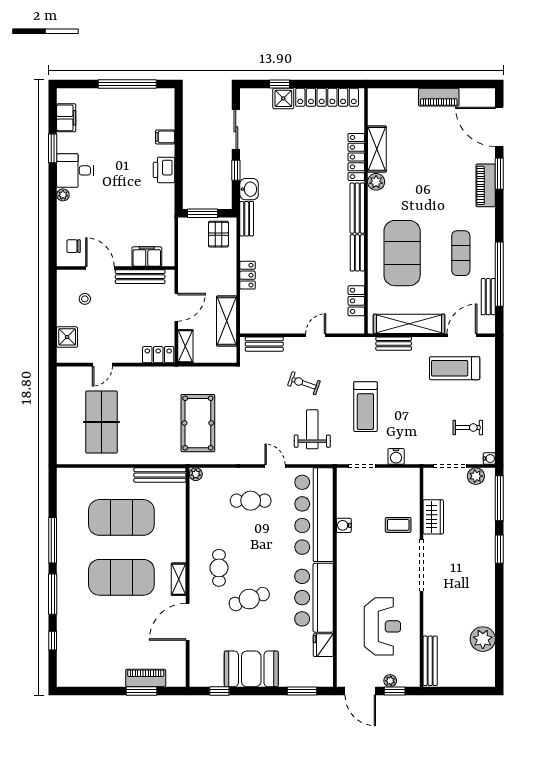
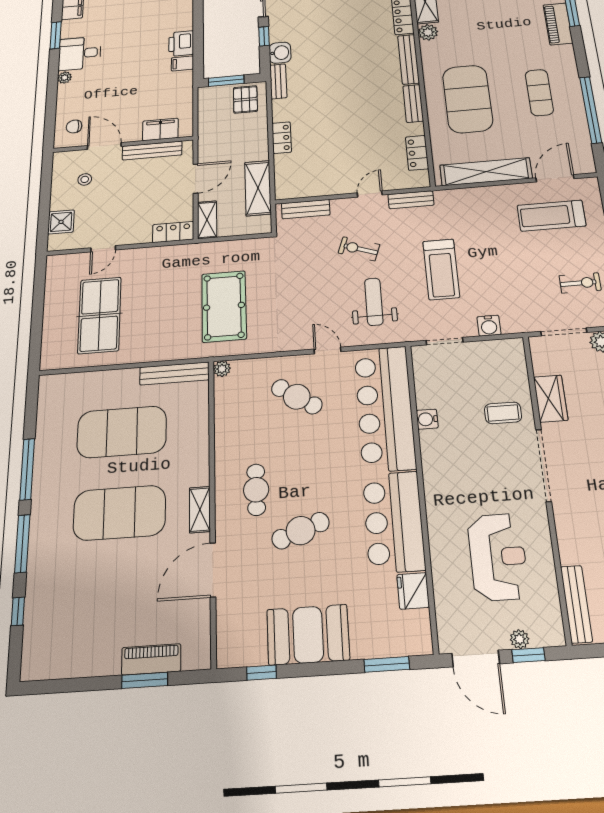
filing cabinet: (165, 137) -> (182, 63), moved
bench: (488, 297) -> (581, 134), removed
bench: (394, 344) -> (411, 200), moved
cafe table: (251, 501) -> (297, 397), turned 33

